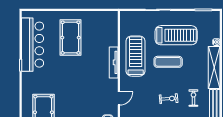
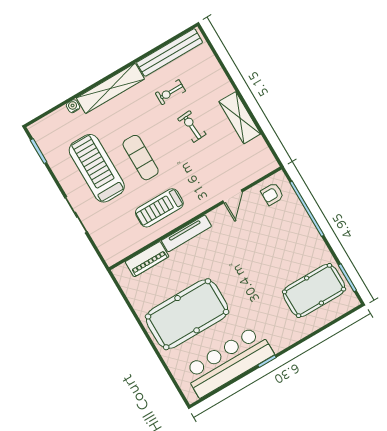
piano: (112, 34) -> (147, 259), added
pool table: (71, 38) -> (187, 314), width x1.36, depth x1.32
treadmill: (136, 56) -> (159, 208), width x0.73, depth x0.73
door: (119, 98) -> (233, 196), swing flipped

